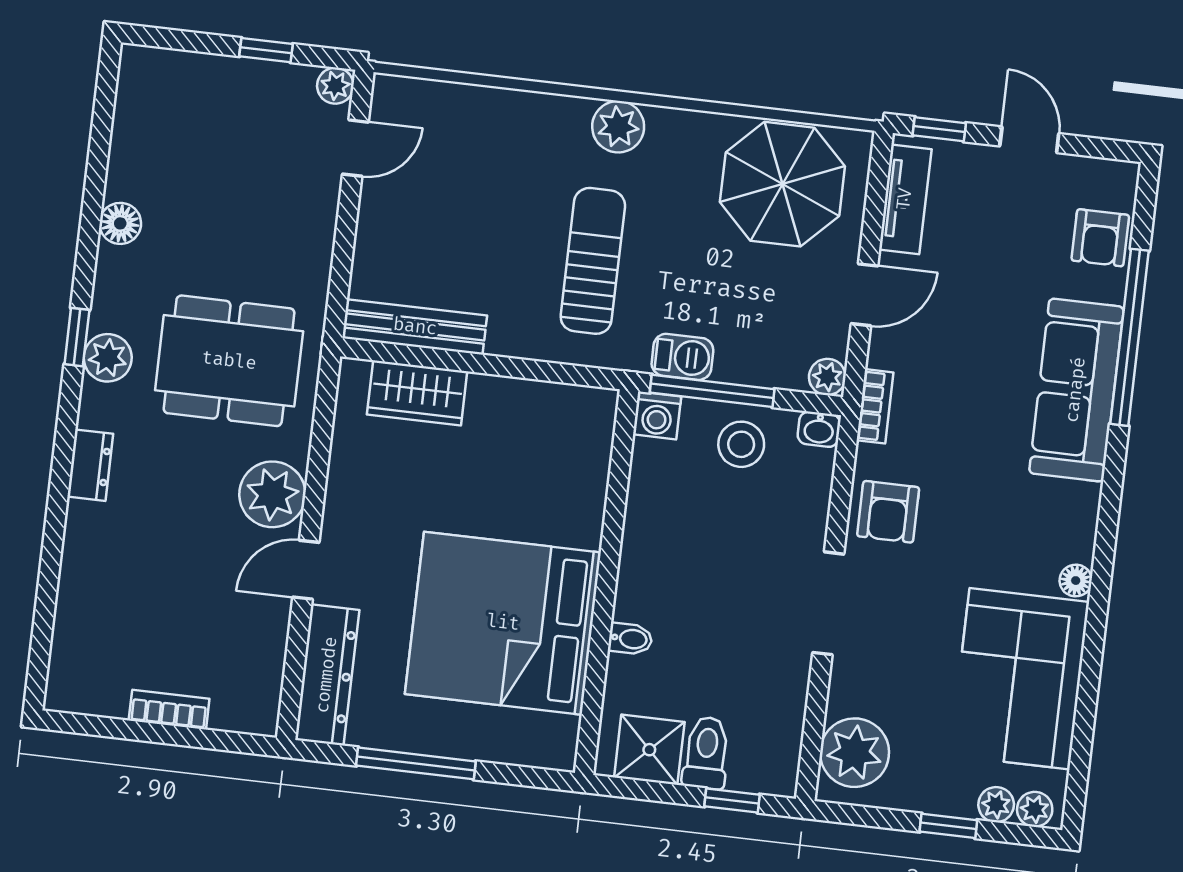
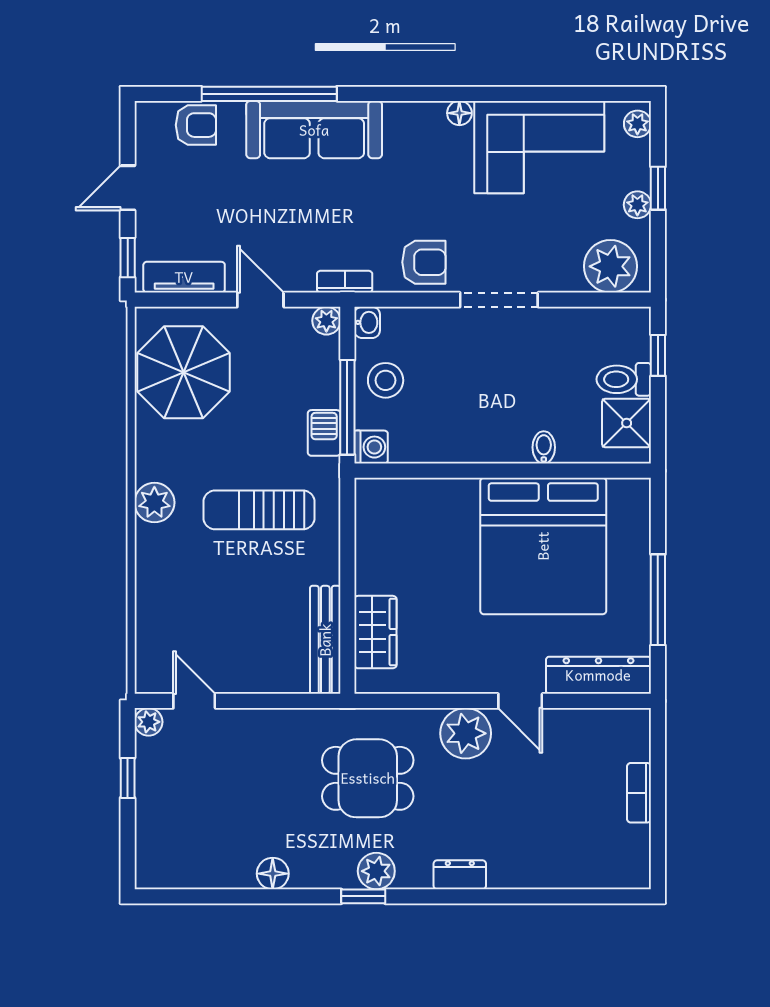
dining table: (229, 361) -> (368, 778), width x0.73
plant: (996, 805) -> (637, 205), moved

